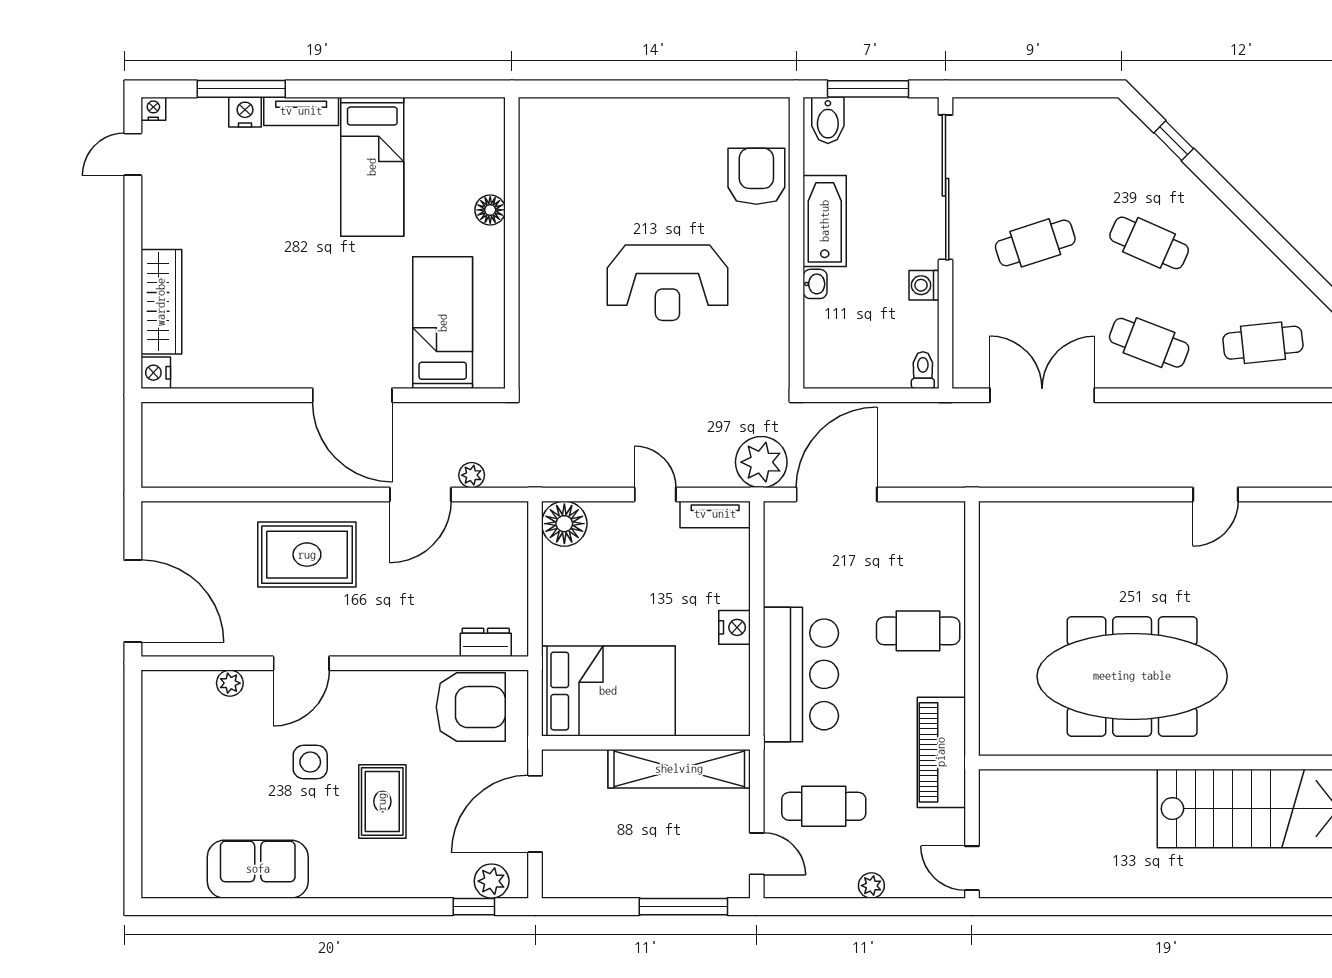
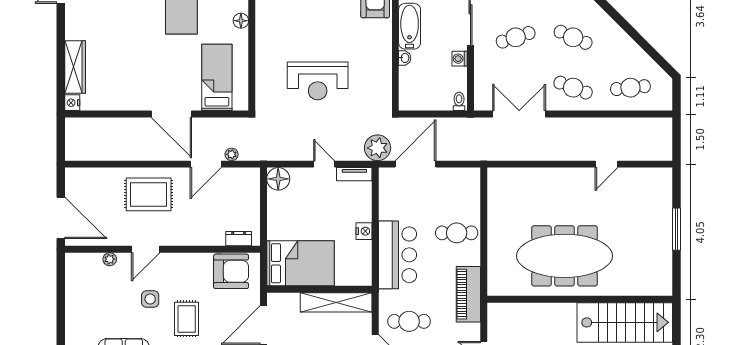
reception desk: (667, 283) -> (318, 81), moved

